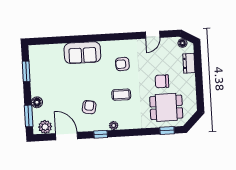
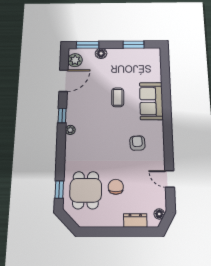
coffee table: (121, 95) -> (118, 97), moved
armchair: (89, 107) -> (92, 105), removed

